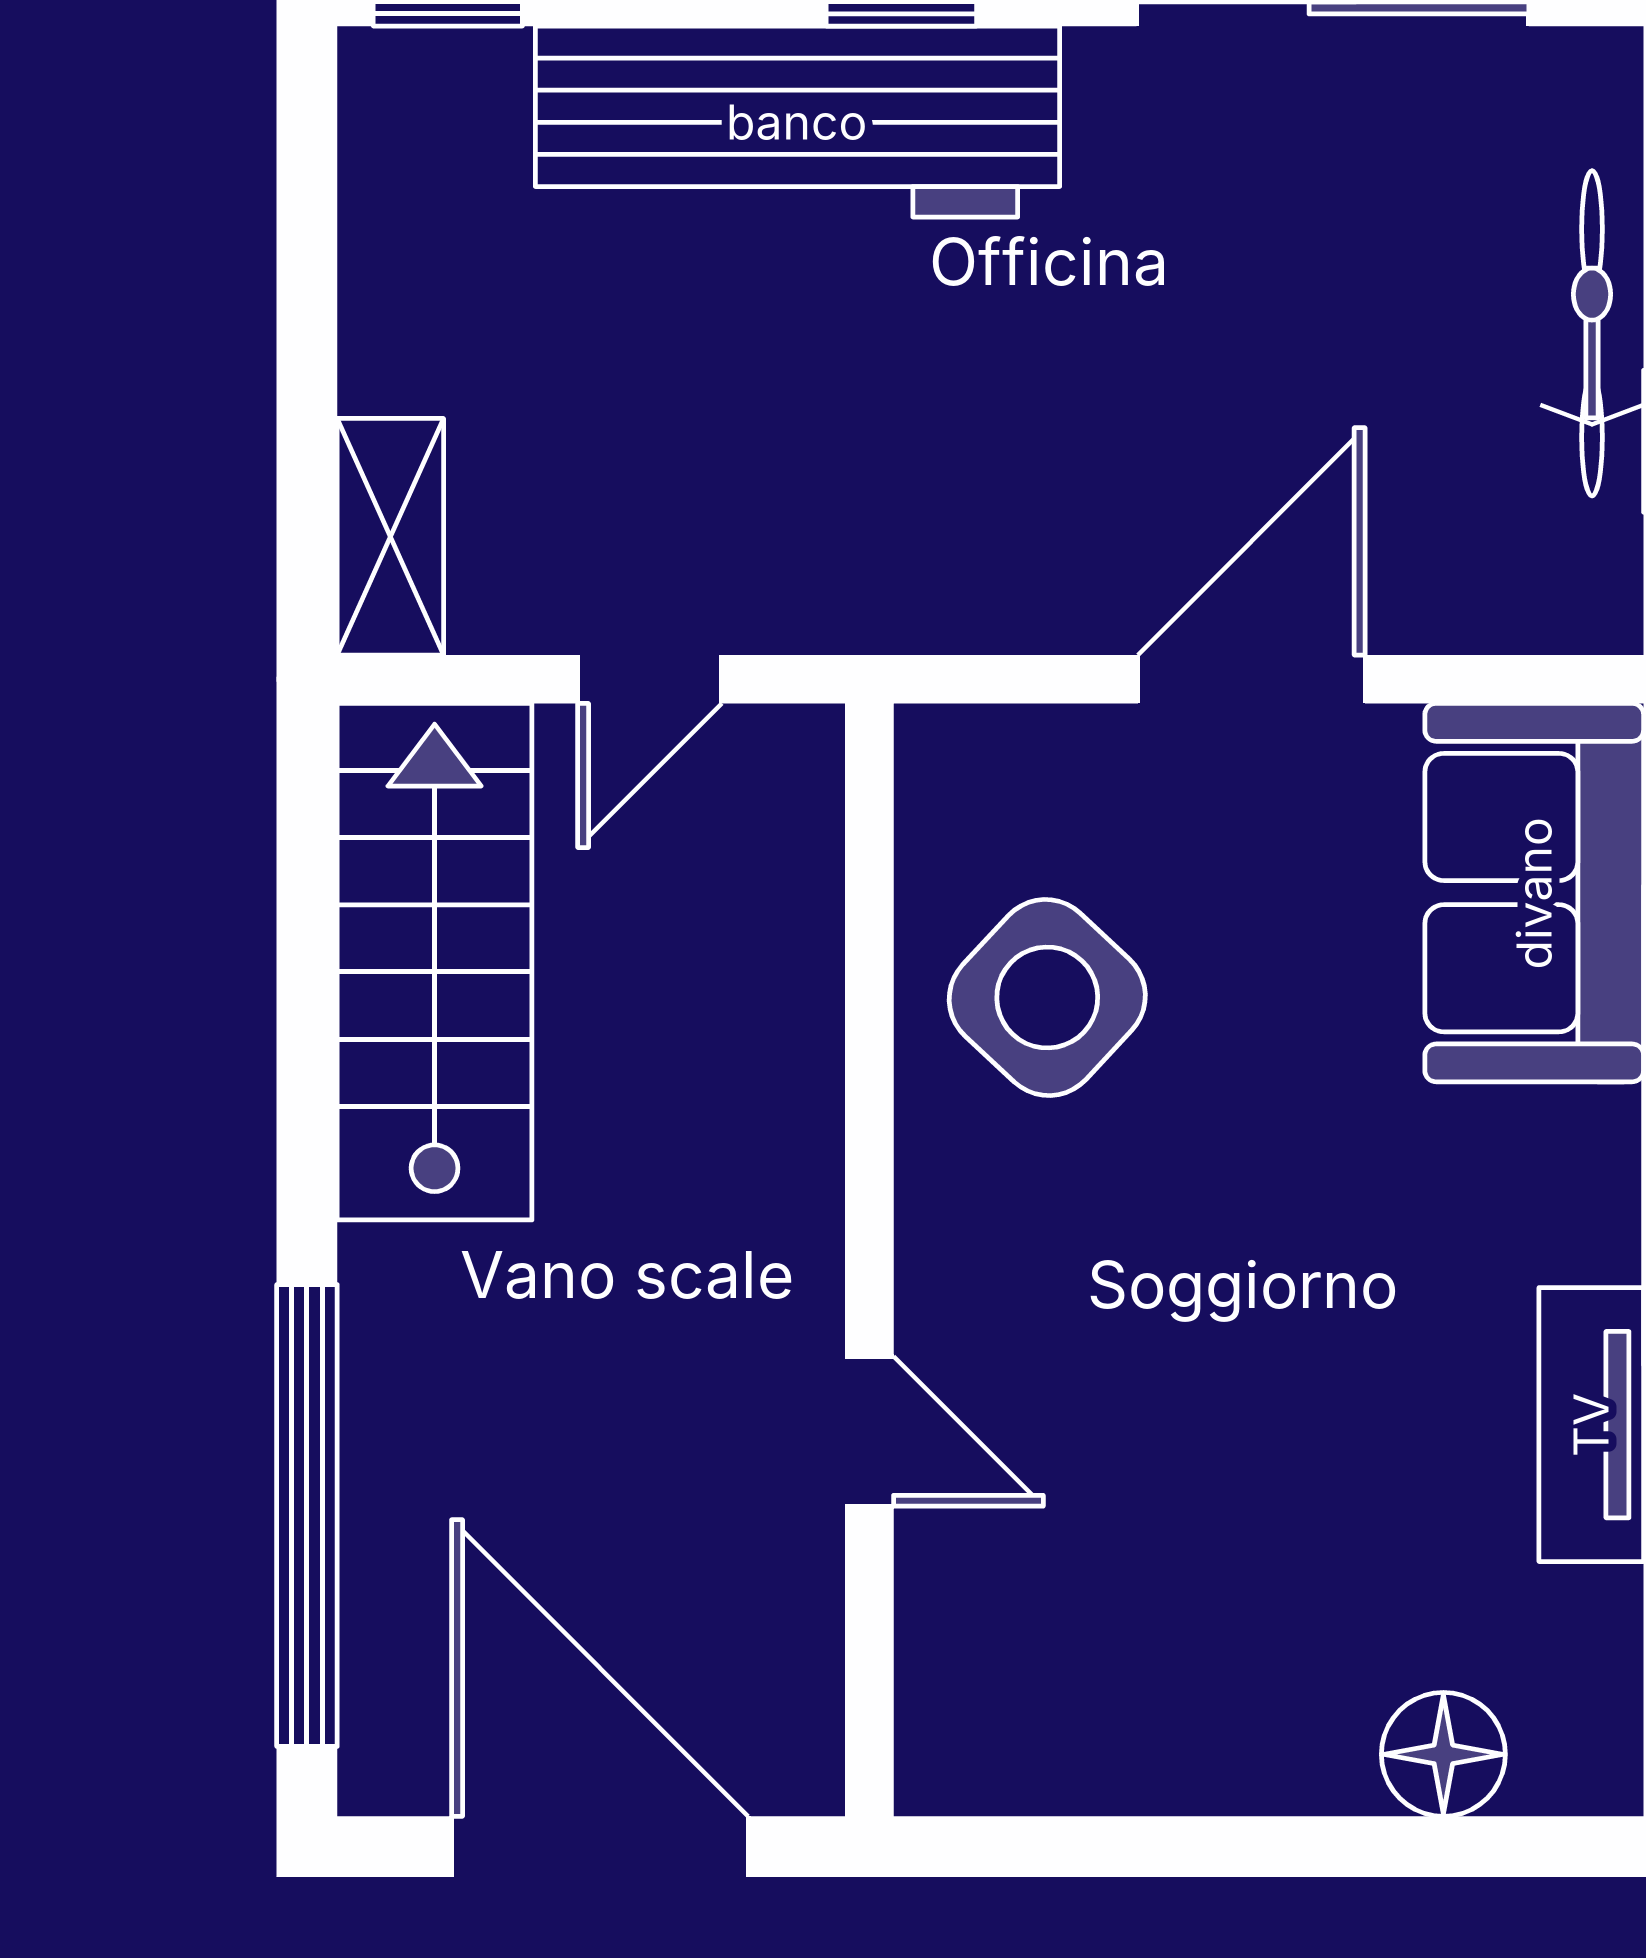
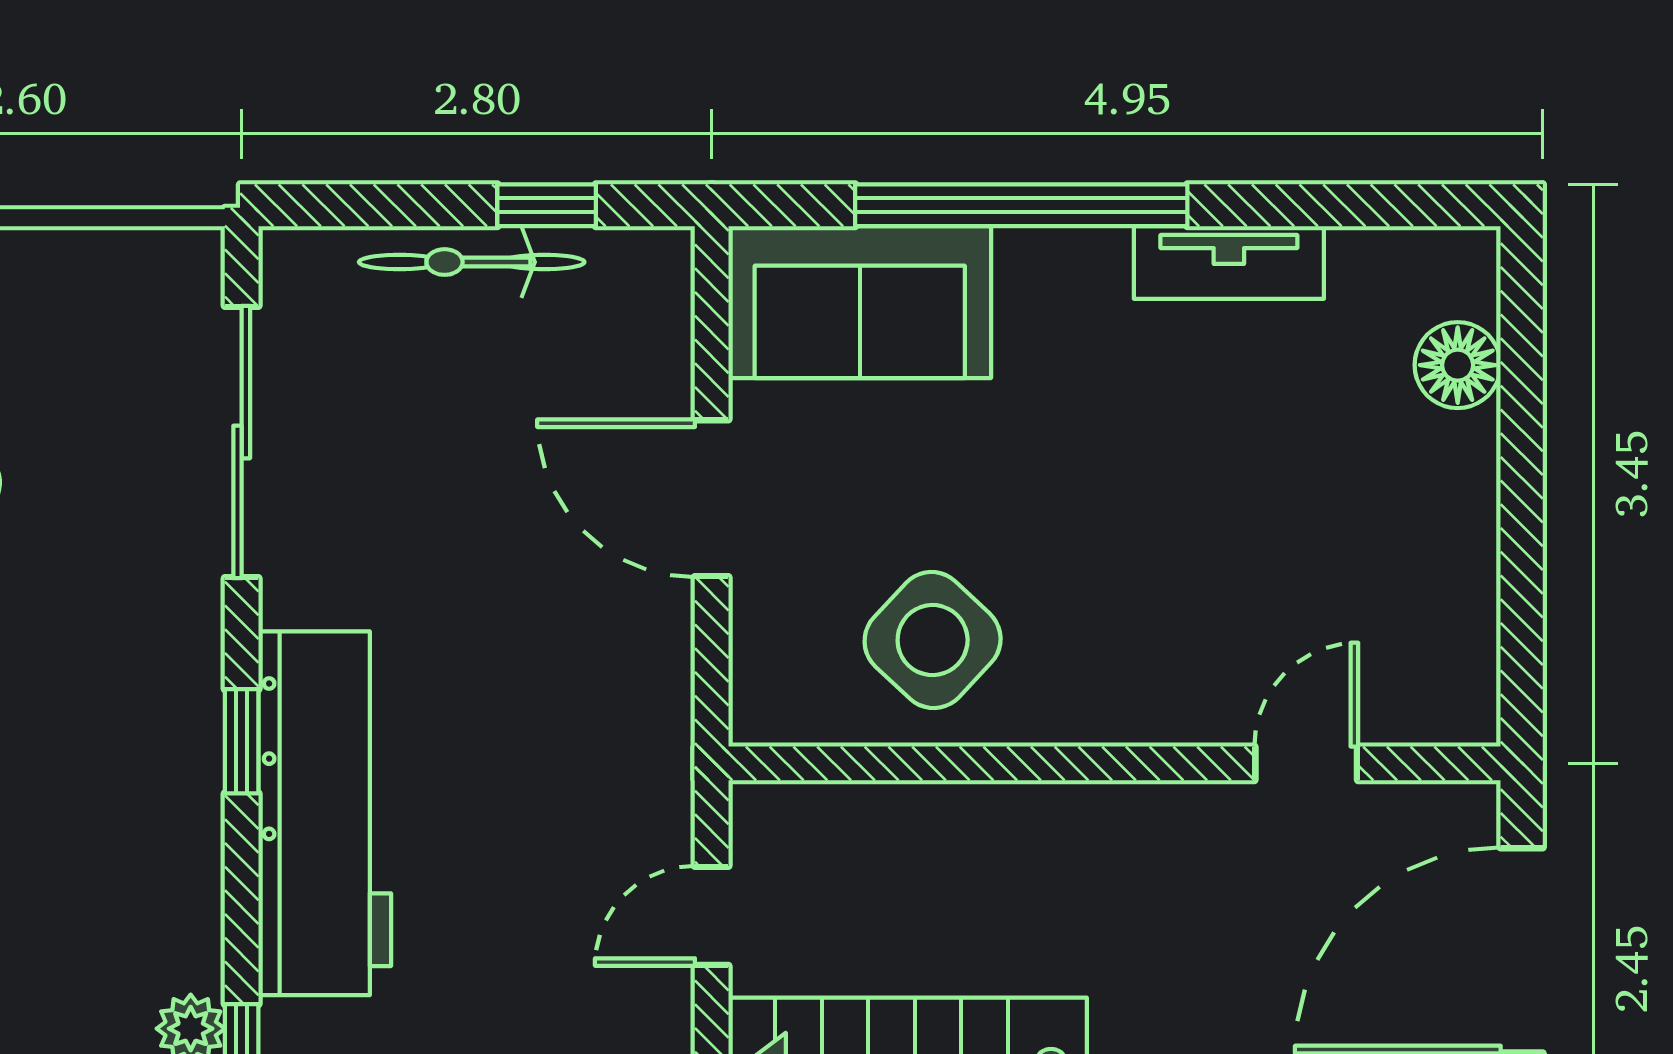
door: (650, 679) -> (712, 916), swing flipped
door: (869, 1431) -> (1306, 763), moved

